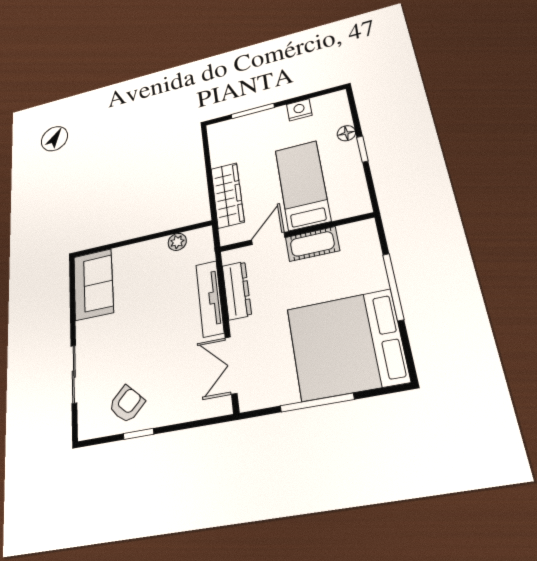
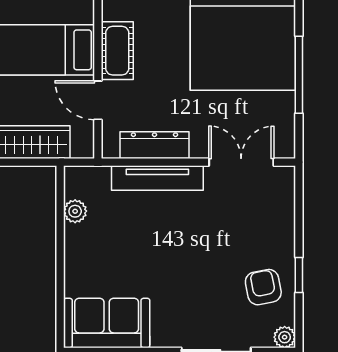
double door: (231, 365) -> (241, 162), swing flipped
armchair: (127, 404) -> (263, 287), turned 34
plant: (86, 430) -> (285, 337), added

